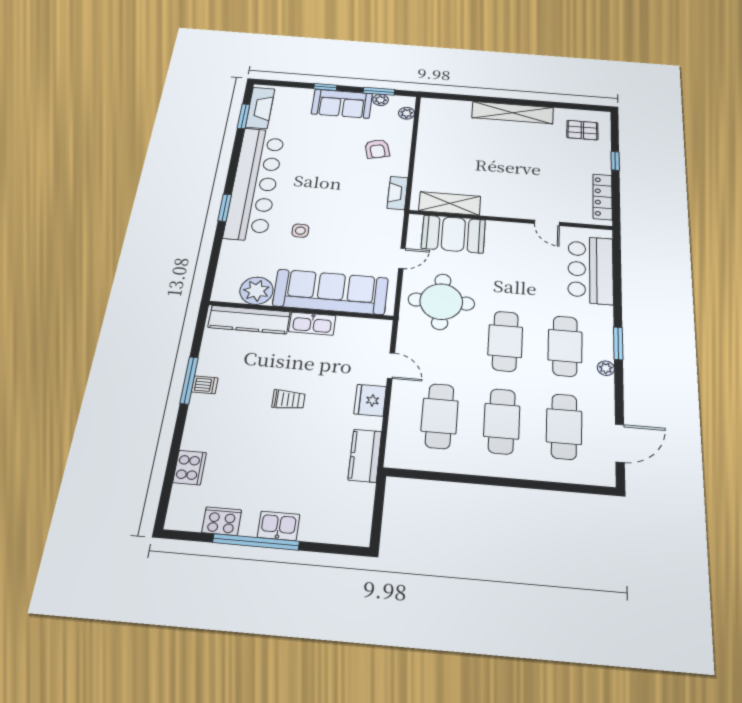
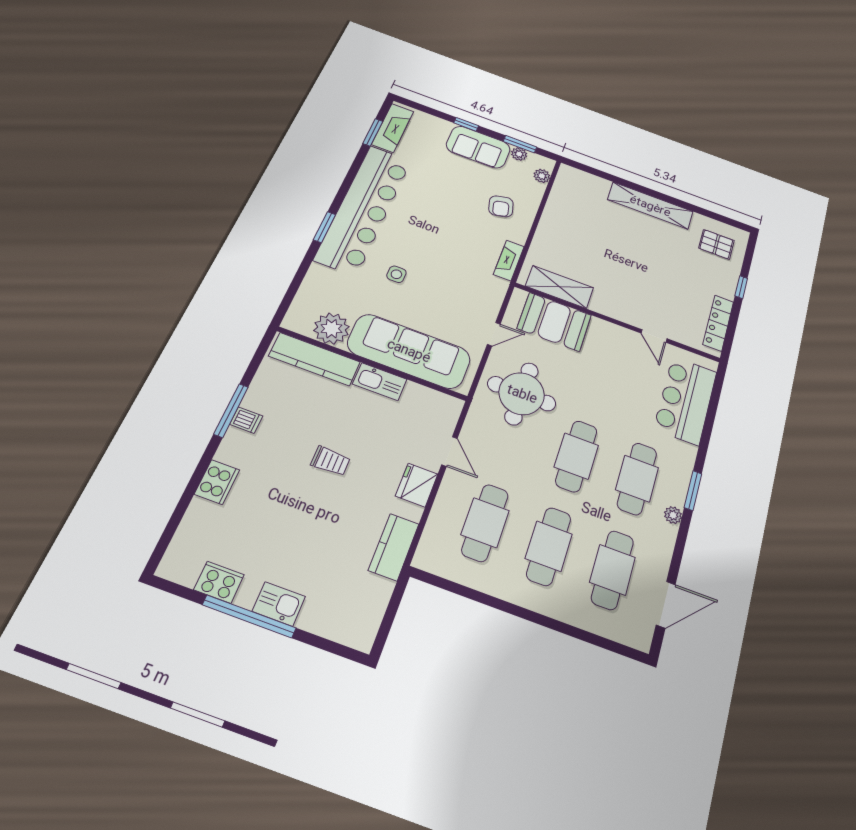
cooker: (190, 468) -> (217, 482), moved

